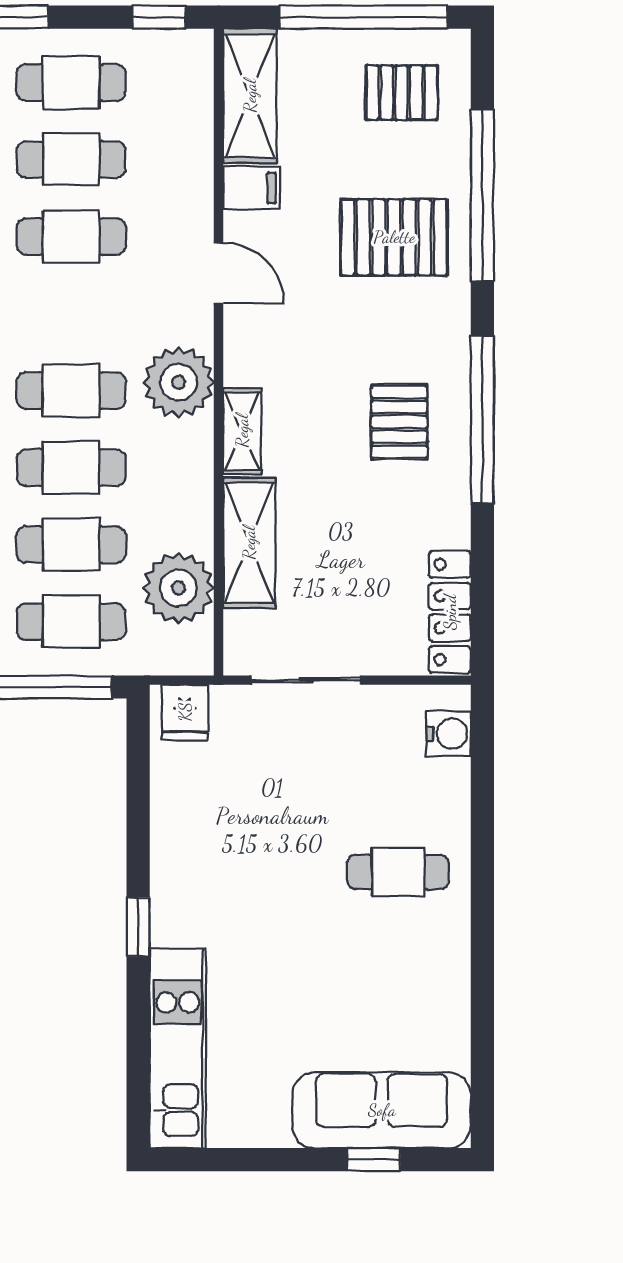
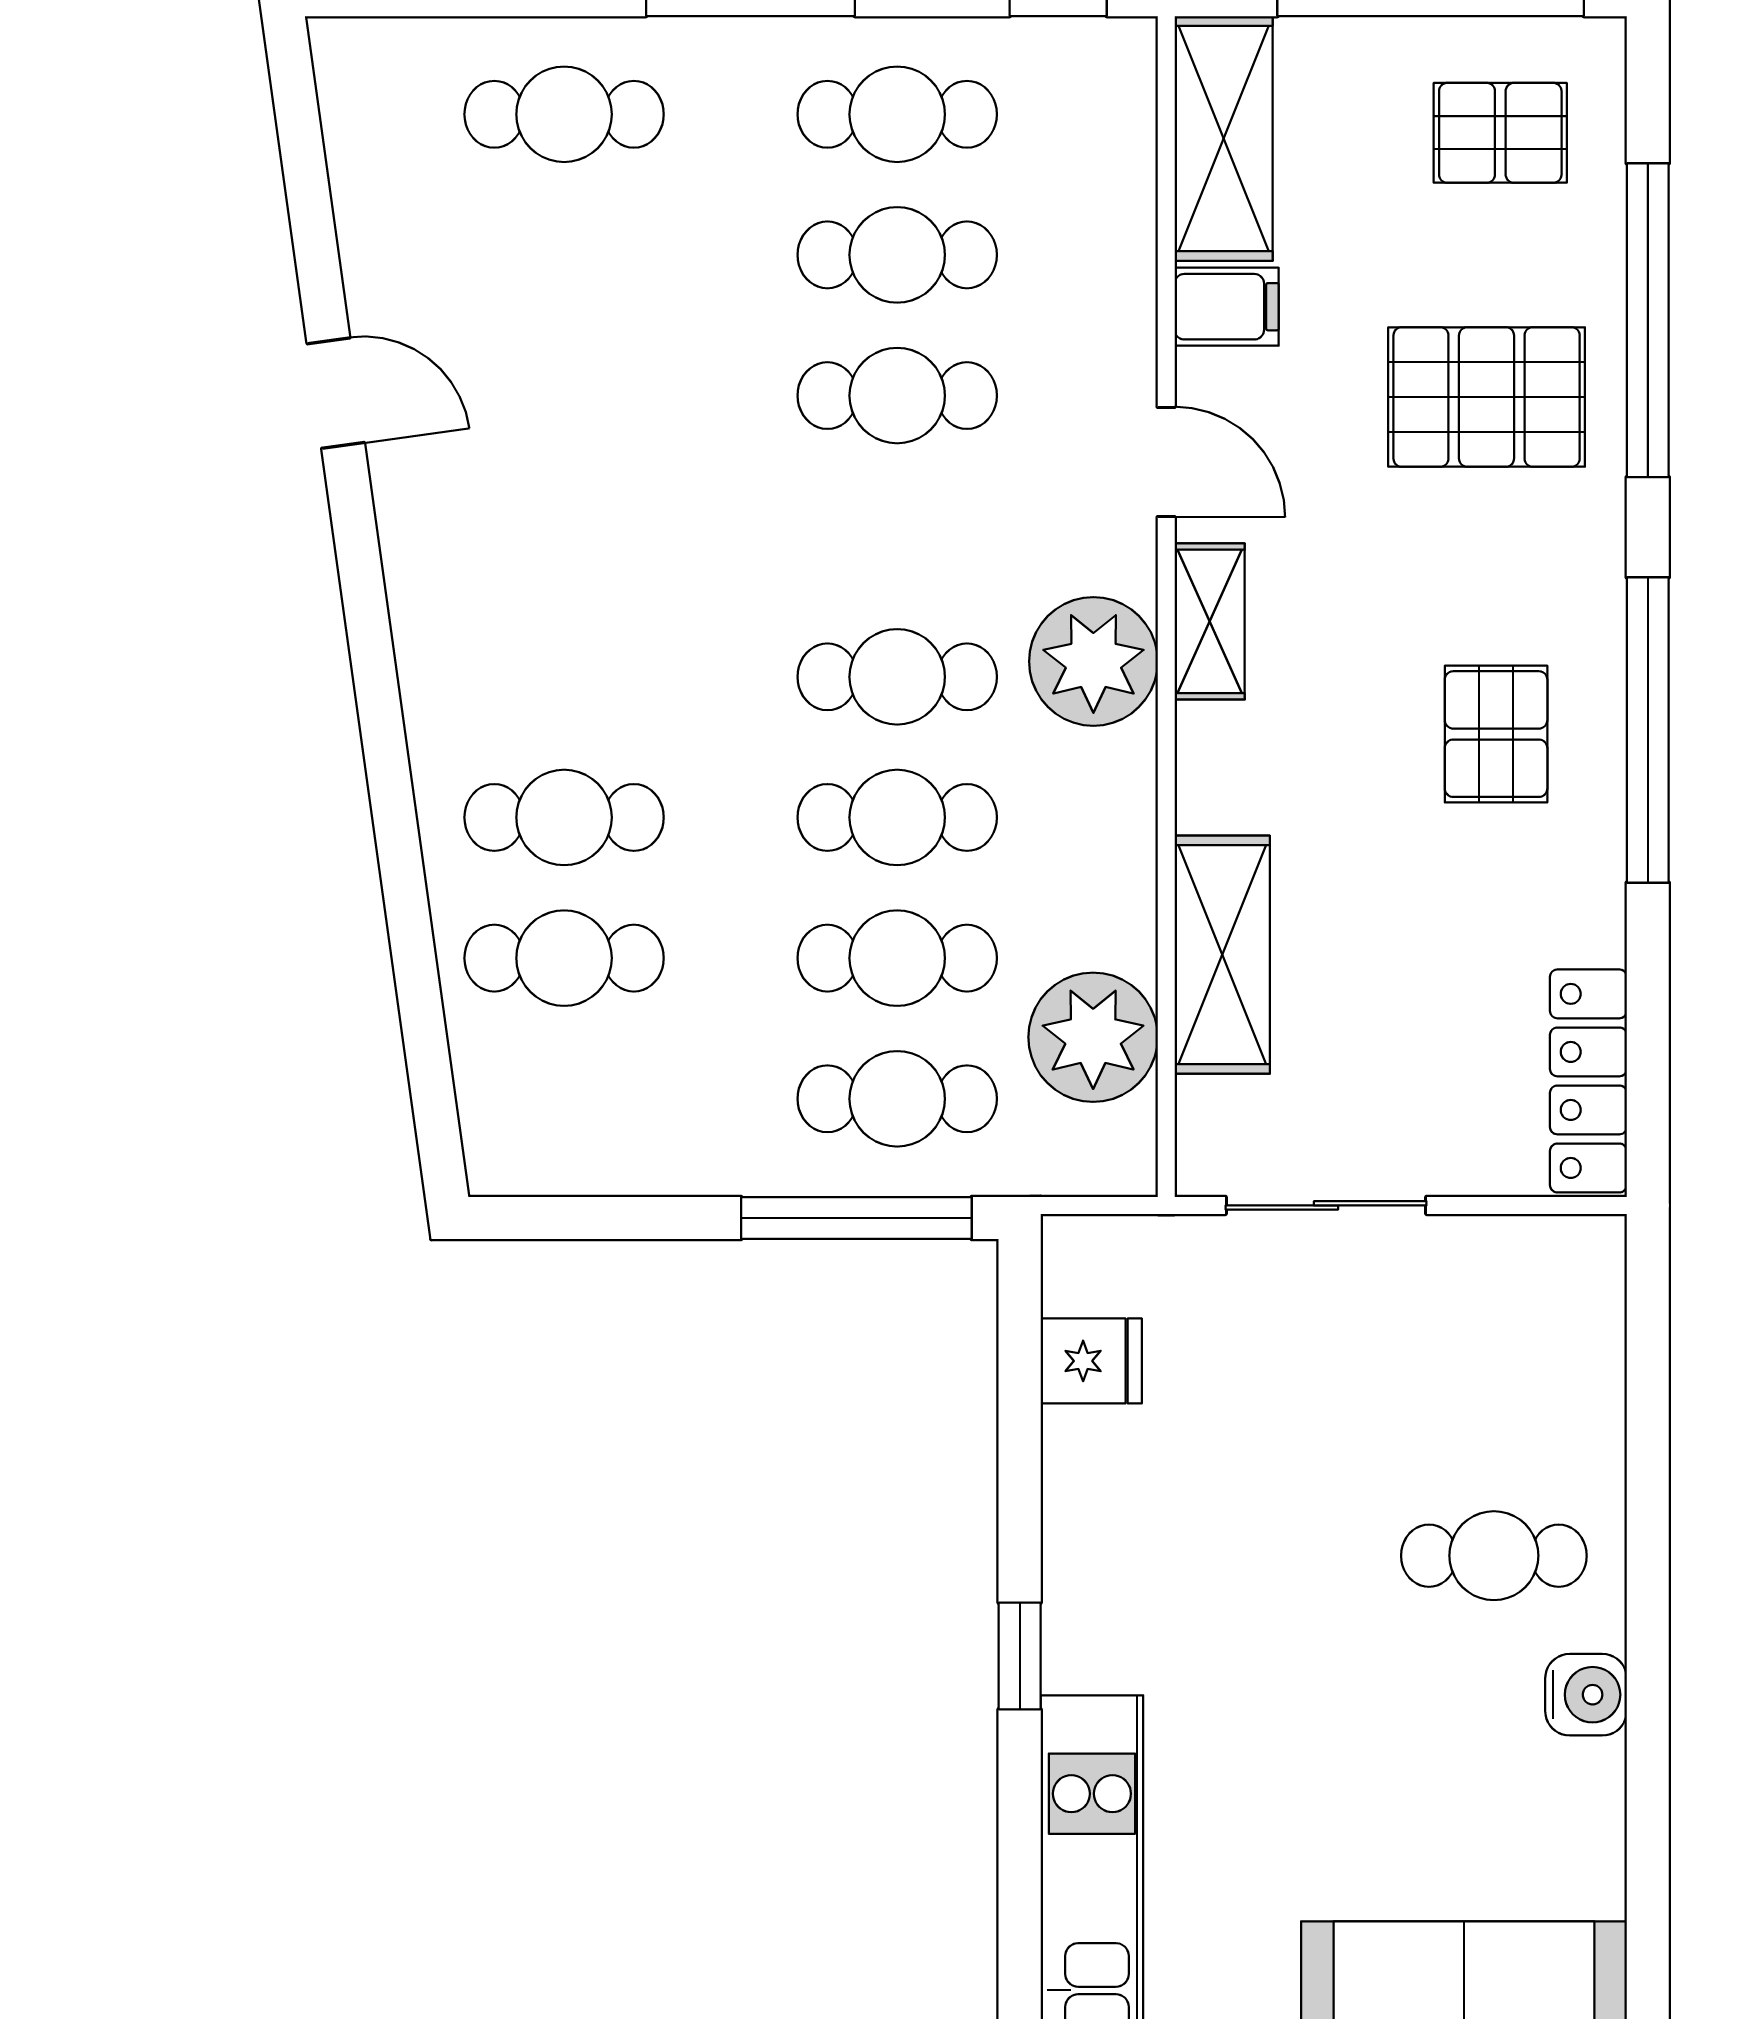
shelving: (242, 431) -> (1210, 621), moved
fridge: (185, 712) -> (1091, 1361), moved, turned -90
water cooler: (448, 734) -> (1586, 1695), moved

